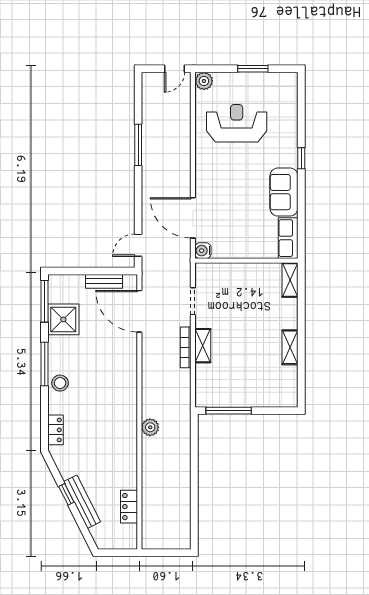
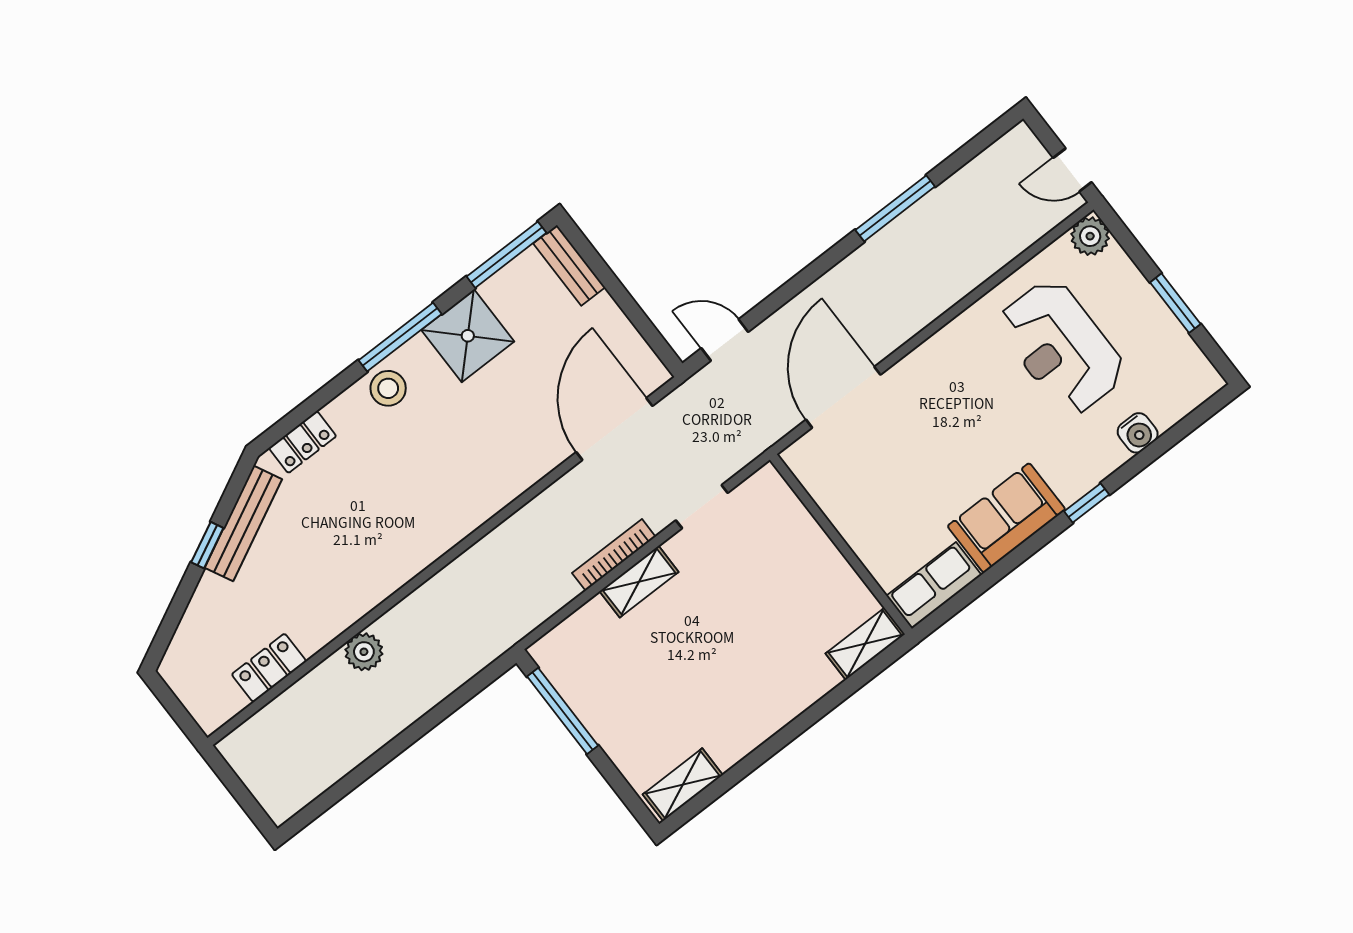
reception desk: (237, 123) -> (1061, 347), turned 180
water cooler: (203, 251) -> (1138, 433), moved, turned 180
bench: (104, 281) -> (569, 265), moved
shower: (63, 319) -> (468, 336), moved
shelving: (290, 347) -> (683, 785), moved
plant: (150, 427) -> (364, 652), moved
bench: (82, 502) -> (243, 523), moved

